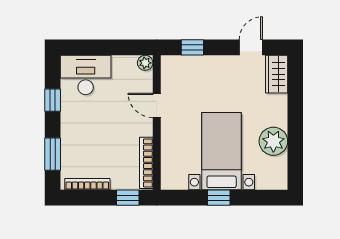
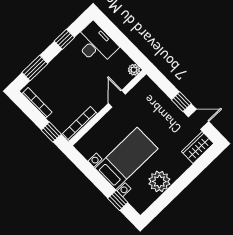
window: (192, 47) -> (181, 102), moved
window: (219, 198) -> (118, 200), moved

